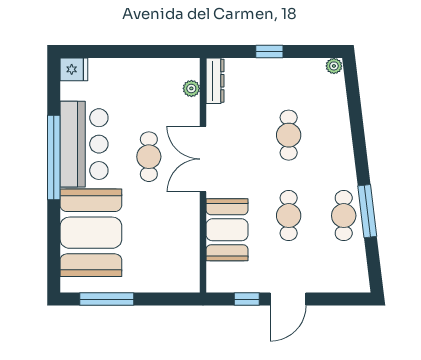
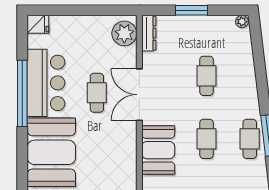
window: (269, 52) -> (191, 10), width x1.50
plant: (191, 88) -> (124, 33), width x1.88, depth x1.88

